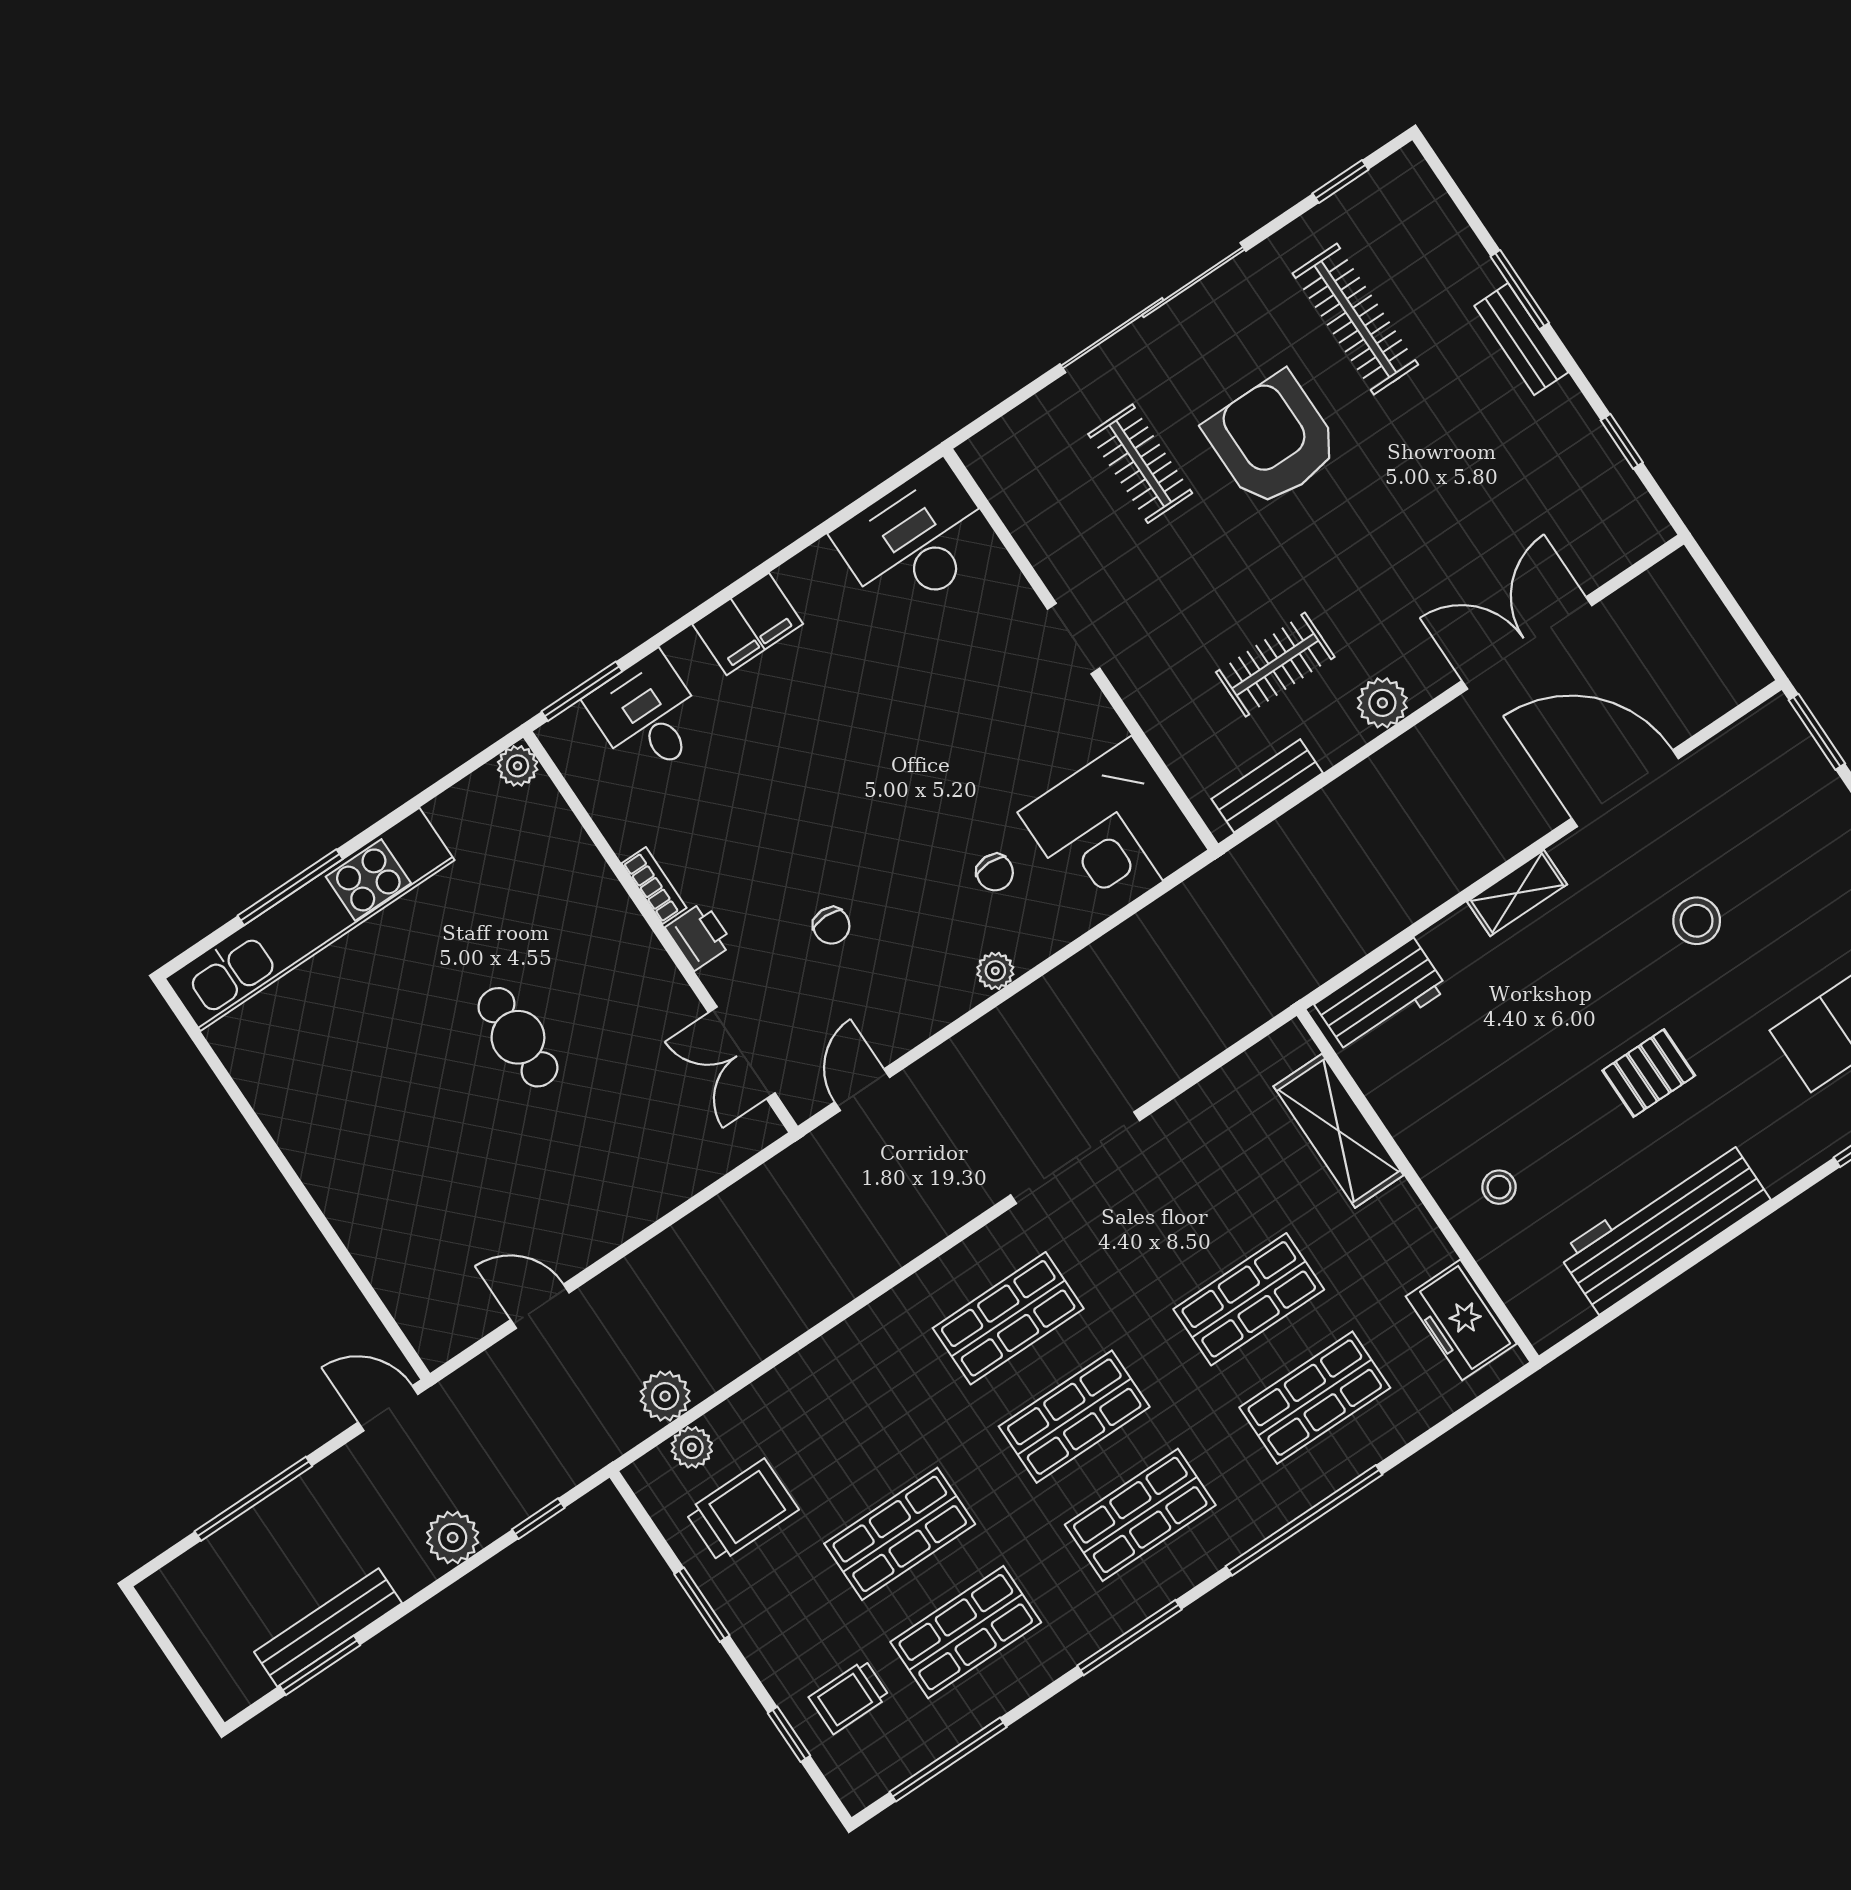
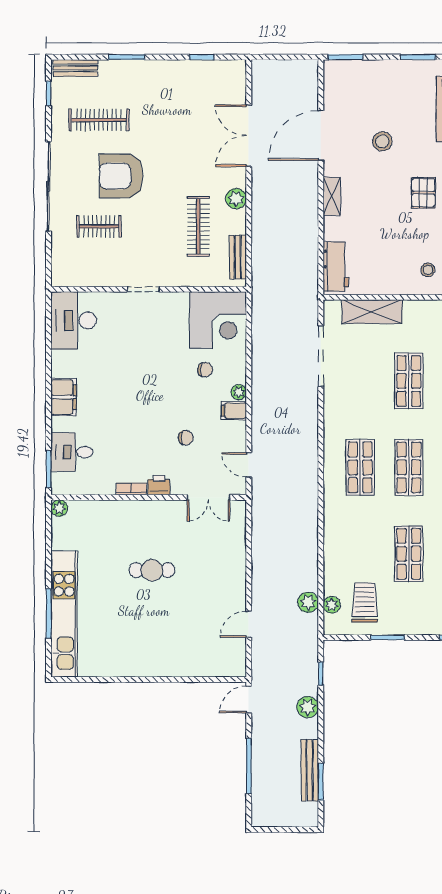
bench: (1521, 339) -> (75, 68), moved
clothes rail: (1275, 665) -> (198, 226), width x1.36
filing cabinet: (951, 986) -> (234, 411), added
doorway: (1075, 1158) -> (321, 356), moved

